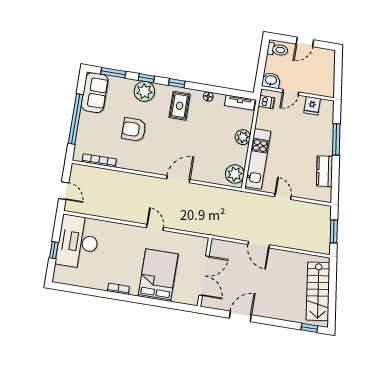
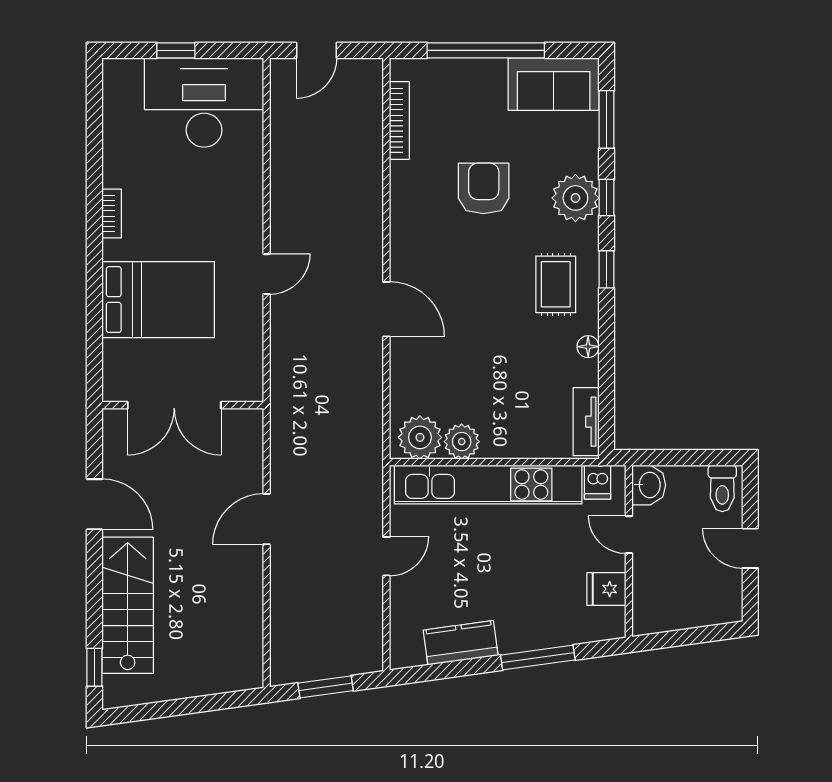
rug: (180, 106) -> (556, 284), turned 90
plant: (243, 137) -> (462, 442), moved
kitchen unit: (258, 159) -> (488, 485), width x1.36
stairs: (318, 291) -> (128, 605), moved, turned 98

